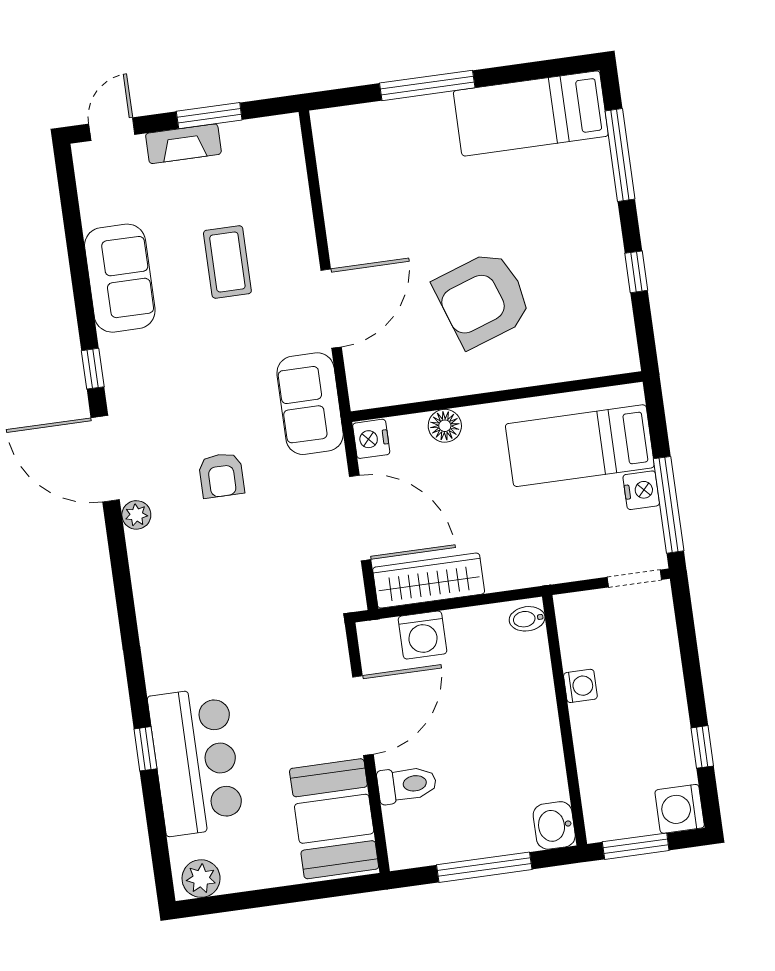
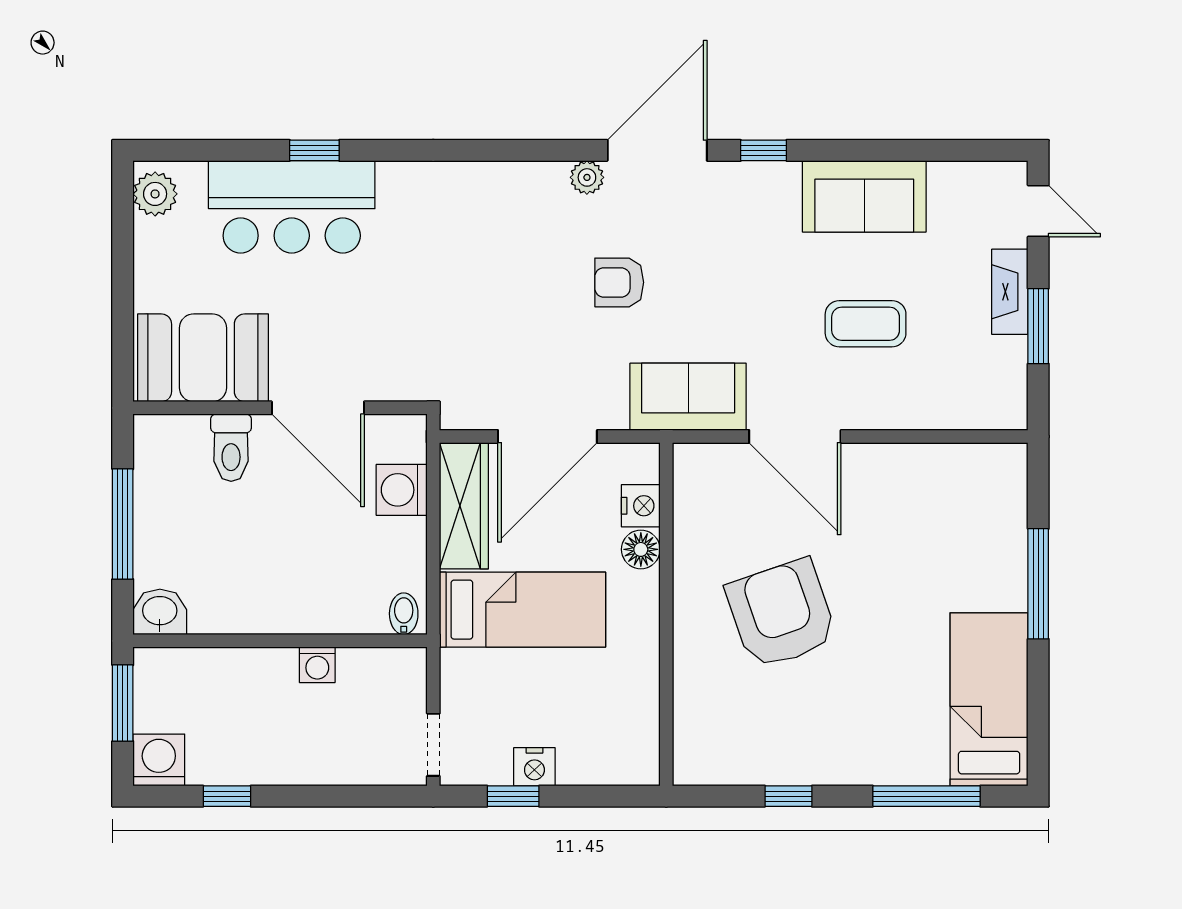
nightstand: (371, 439) -> (641, 506), moved, turned 90
bed: (580, 446) -> (523, 610), moved, turned 90
window: (669, 505) -> (513, 796), width x0.46

